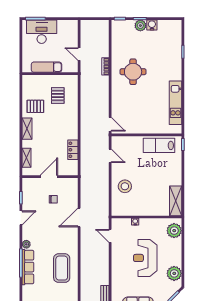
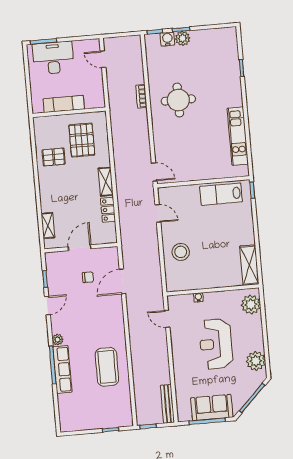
water cooler: (152, 25) -> (167, 39), moved
door: (79, 54) -> (103, 59), moved
pallet: (58, 96) -> (82, 140), width x1.50, depth x1.42
shelving: (27, 129) -> (106, 182), moved
door: (79, 217) -> (122, 281), moved

